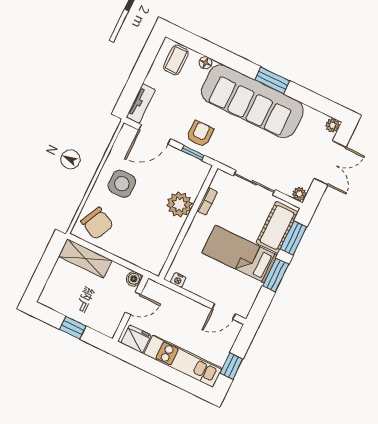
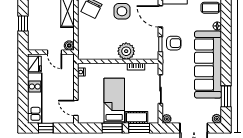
window: (272, 80) -> (226, 96), moved
cot: (277, 227) -> (136, 117), width x0.73, depth x0.75

